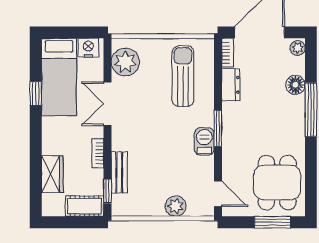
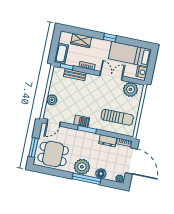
window: (36, 93) -> (110, 38), moved
plant: (290, 123) -> (82, 167), added

